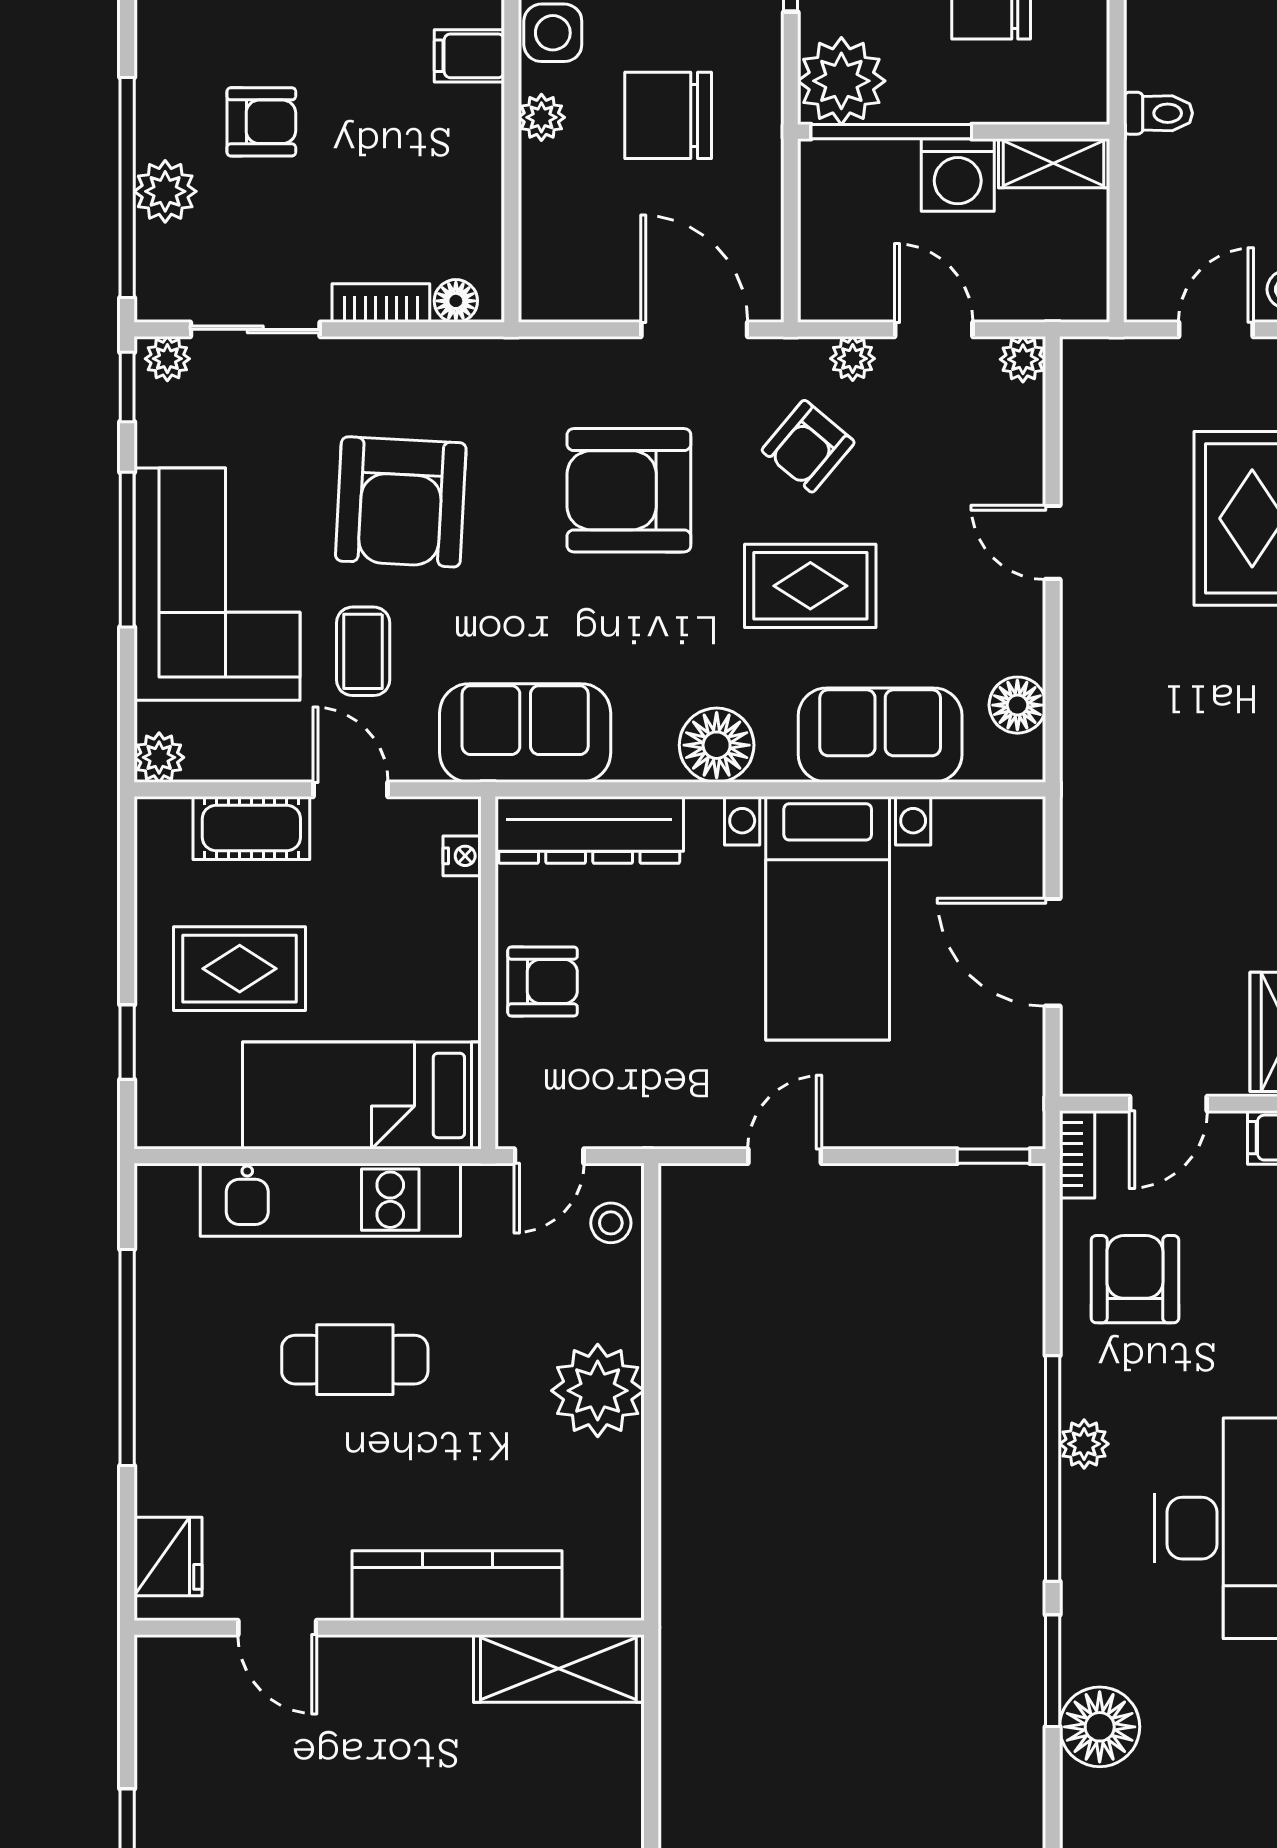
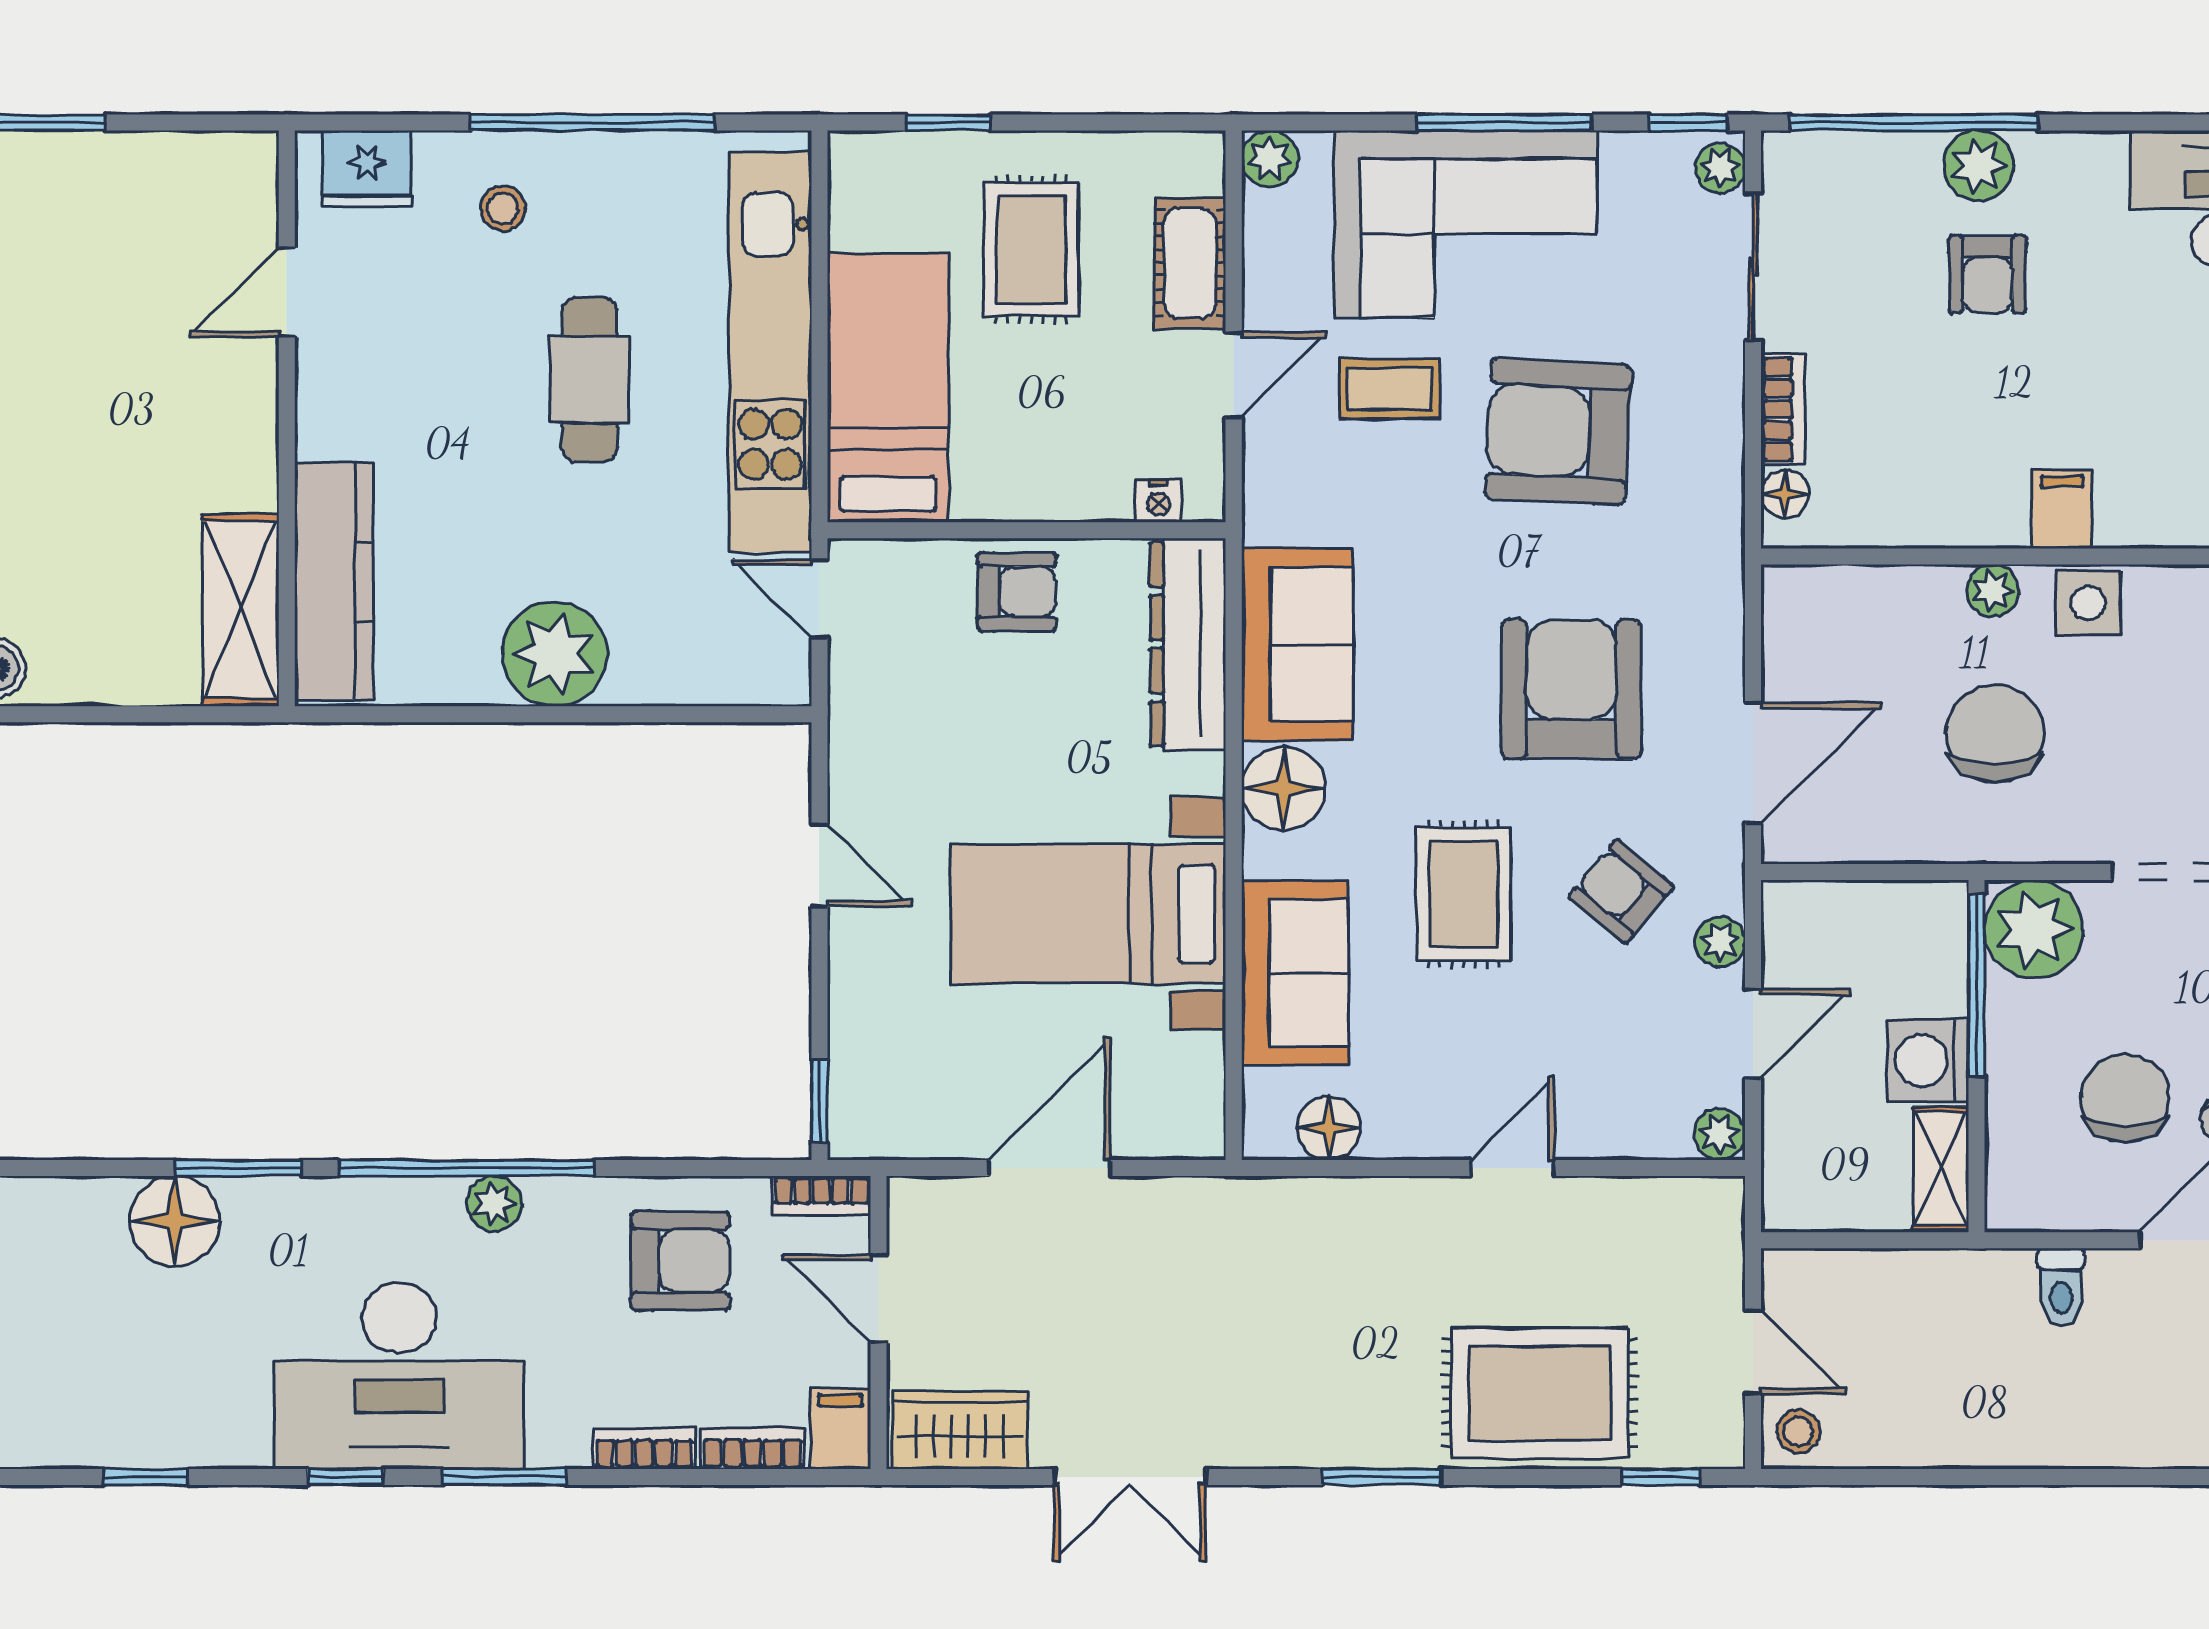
toilet: (1158, 113) -> (2061, 1287), moved
plant: (165, 191) -> (1979, 165), moved
sofa: (525, 733) -> (1297, 644), moved
armchair: (543, 981) -> (1017, 592), turned -90
kitchen unit: (330, 1200) -> (770, 352), width x1.36
stool: (611, 1223) -> (503, 208), moved
kitchen counter: (457, 1586) -> (334, 582), moved

